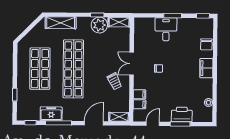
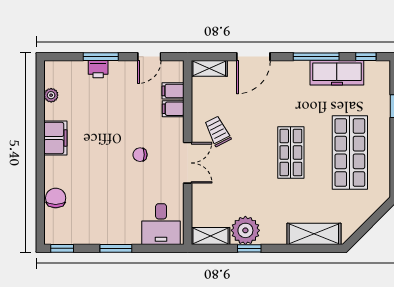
desk: (166, 29) -> (161, 224), moved
filing cabinet: (206, 68) -> (55, 138), moved
shop shelf: (73, 69) -> (291, 153), width x0.50, depth x0.74
freezer: (51, 114) -> (337, 73), width x1.40
printer: (182, 115) -> (98, 69), width x0.53, depth x0.68

